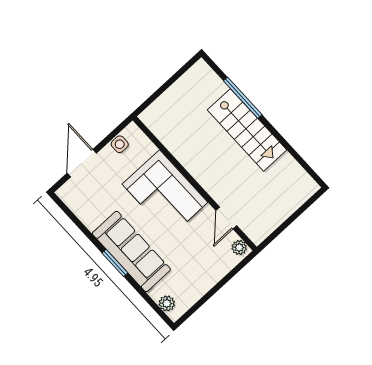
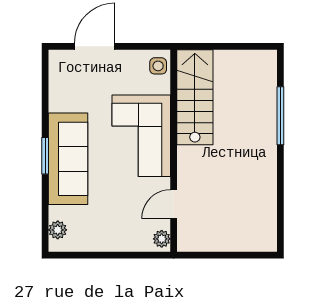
stairs: (247, 130) -> (195, 97), moved, turned 180
side table: (120, 144) -> (158, 66), moved

